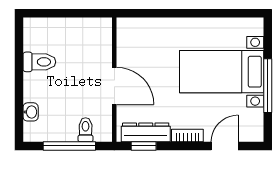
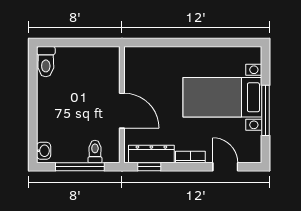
toilet: (39, 62) -> (46, 62), moved, turned 90
washbasin: (31, 112) -> (44, 151), moved
door: (225, 146) -> (225, 167), hinge flipped

